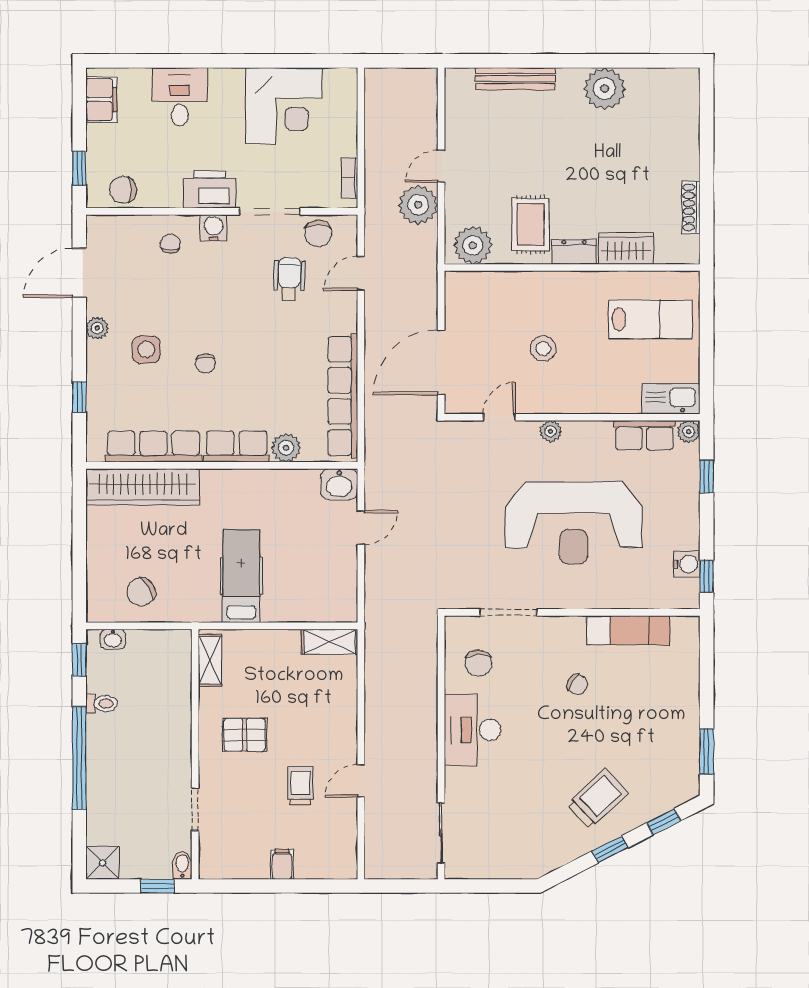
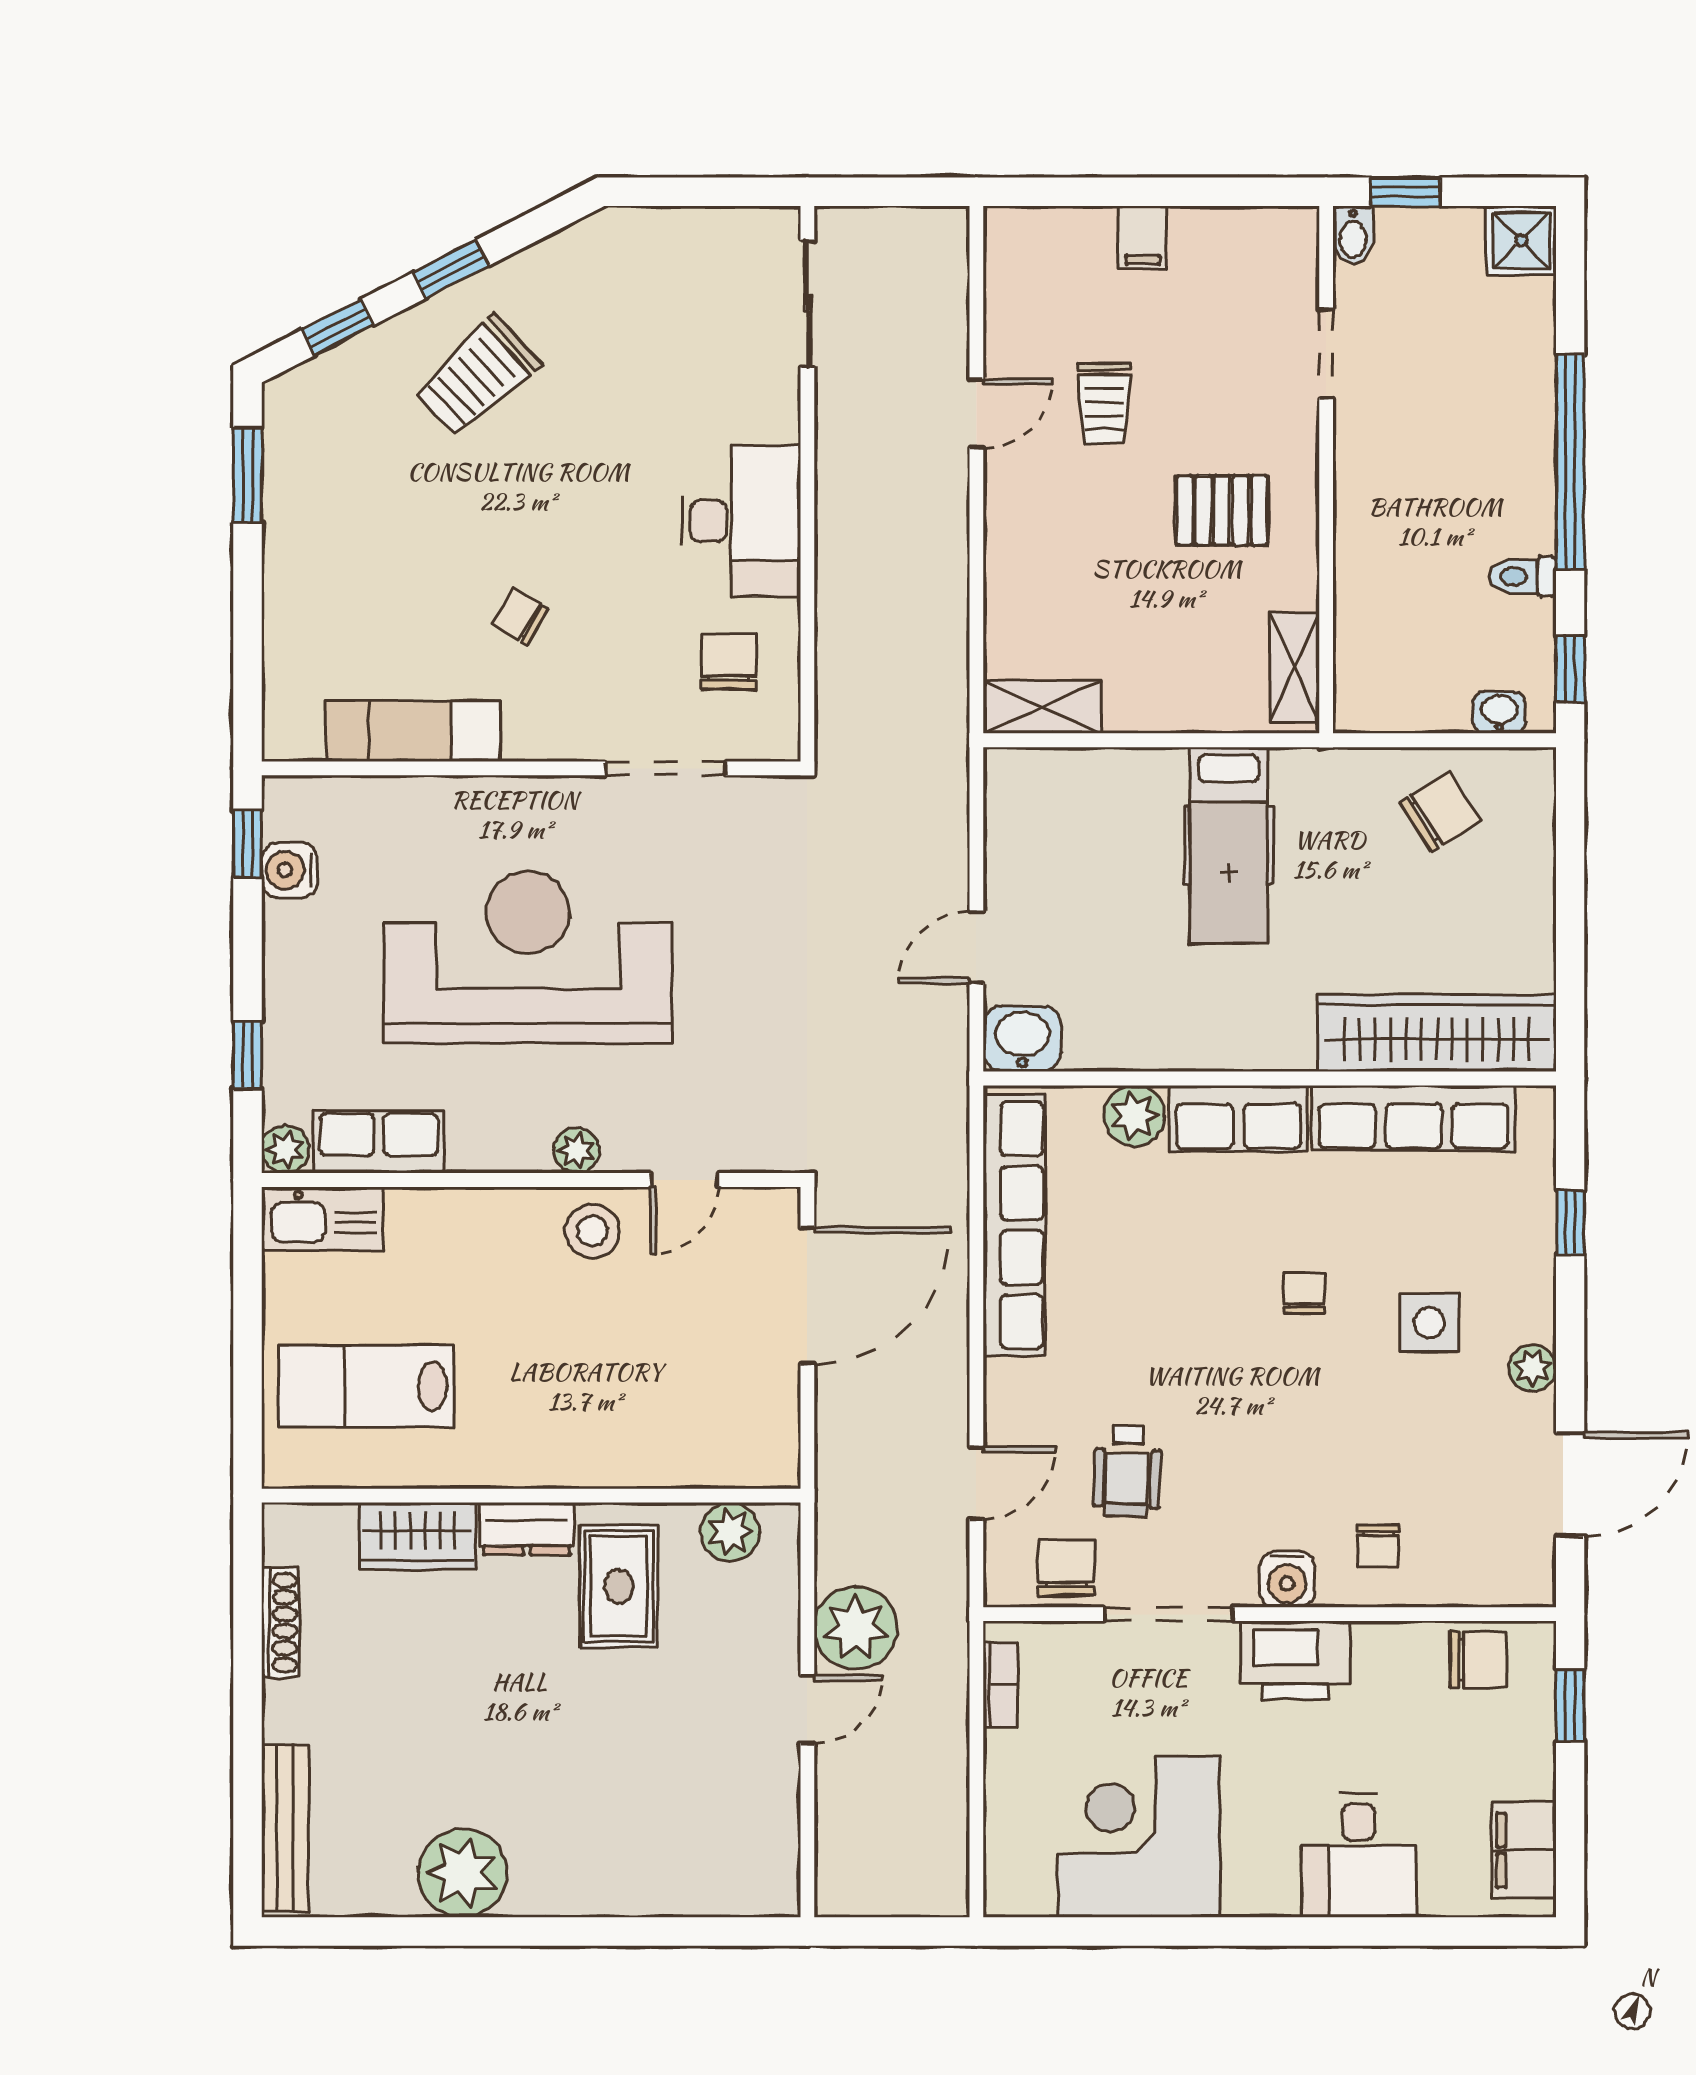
bench: (515, 79) -> (285, 1828), moved, turned 90
plant: (473, 245) -> (730, 1532), width x0.73, depth x0.73
stool: (543, 349) -> (593, 1231), moved

